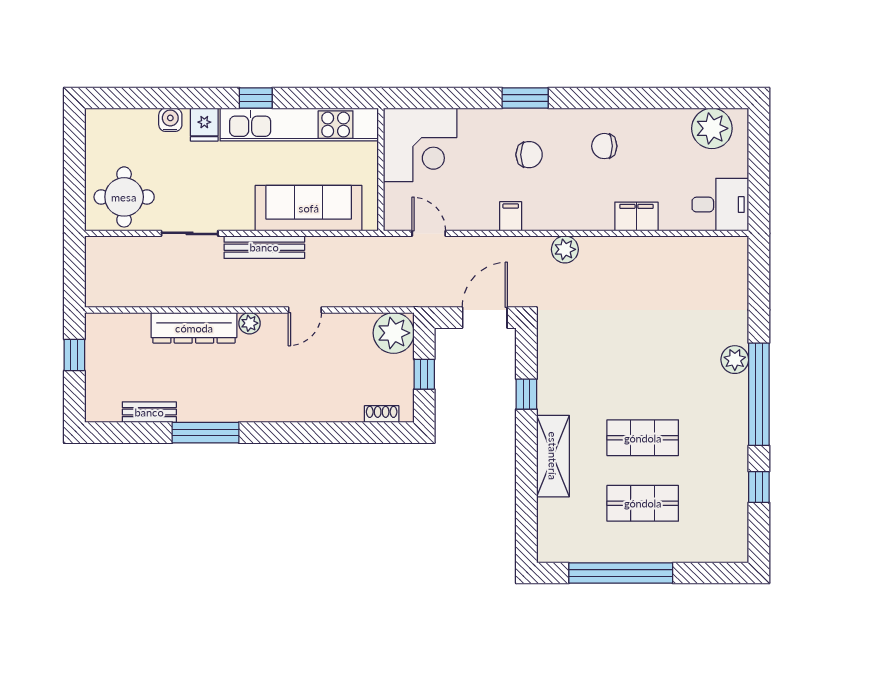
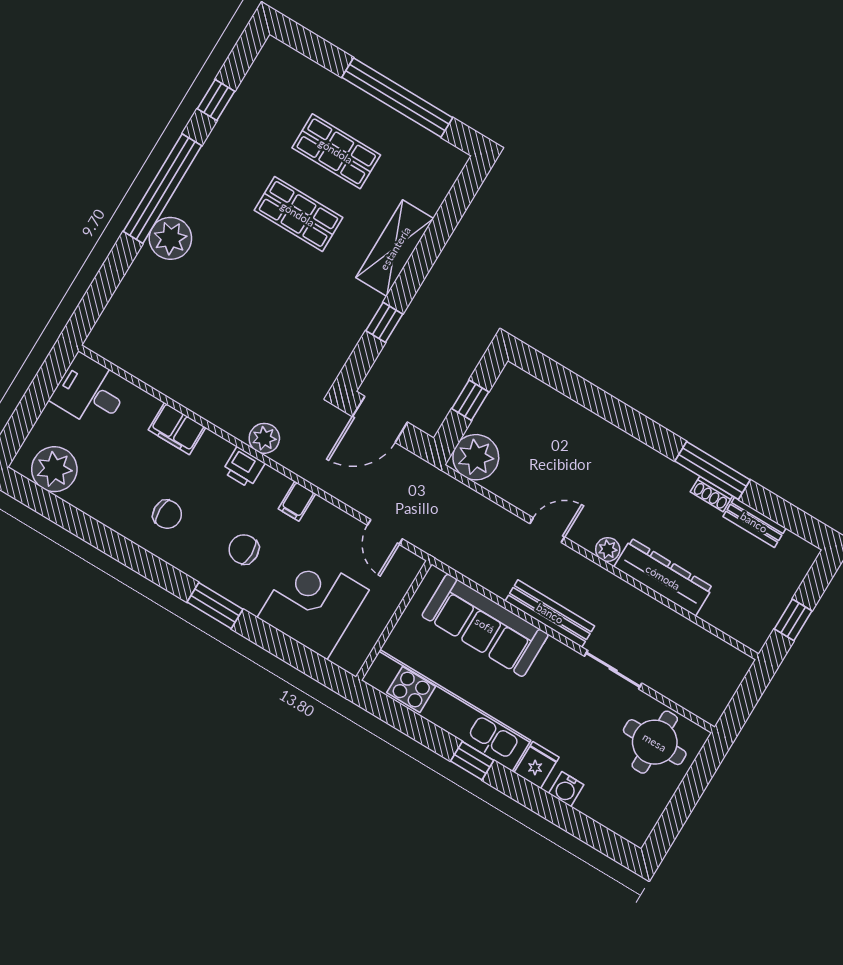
corner desk: (420, 145) -> (313, 604), moved
printer: (567, 217) -> (244, 467), added
plant: (735, 360) -> (170, 238), width x1.36, depth x1.36
shoe rack: (382, 414) -> (711, 494), moved

